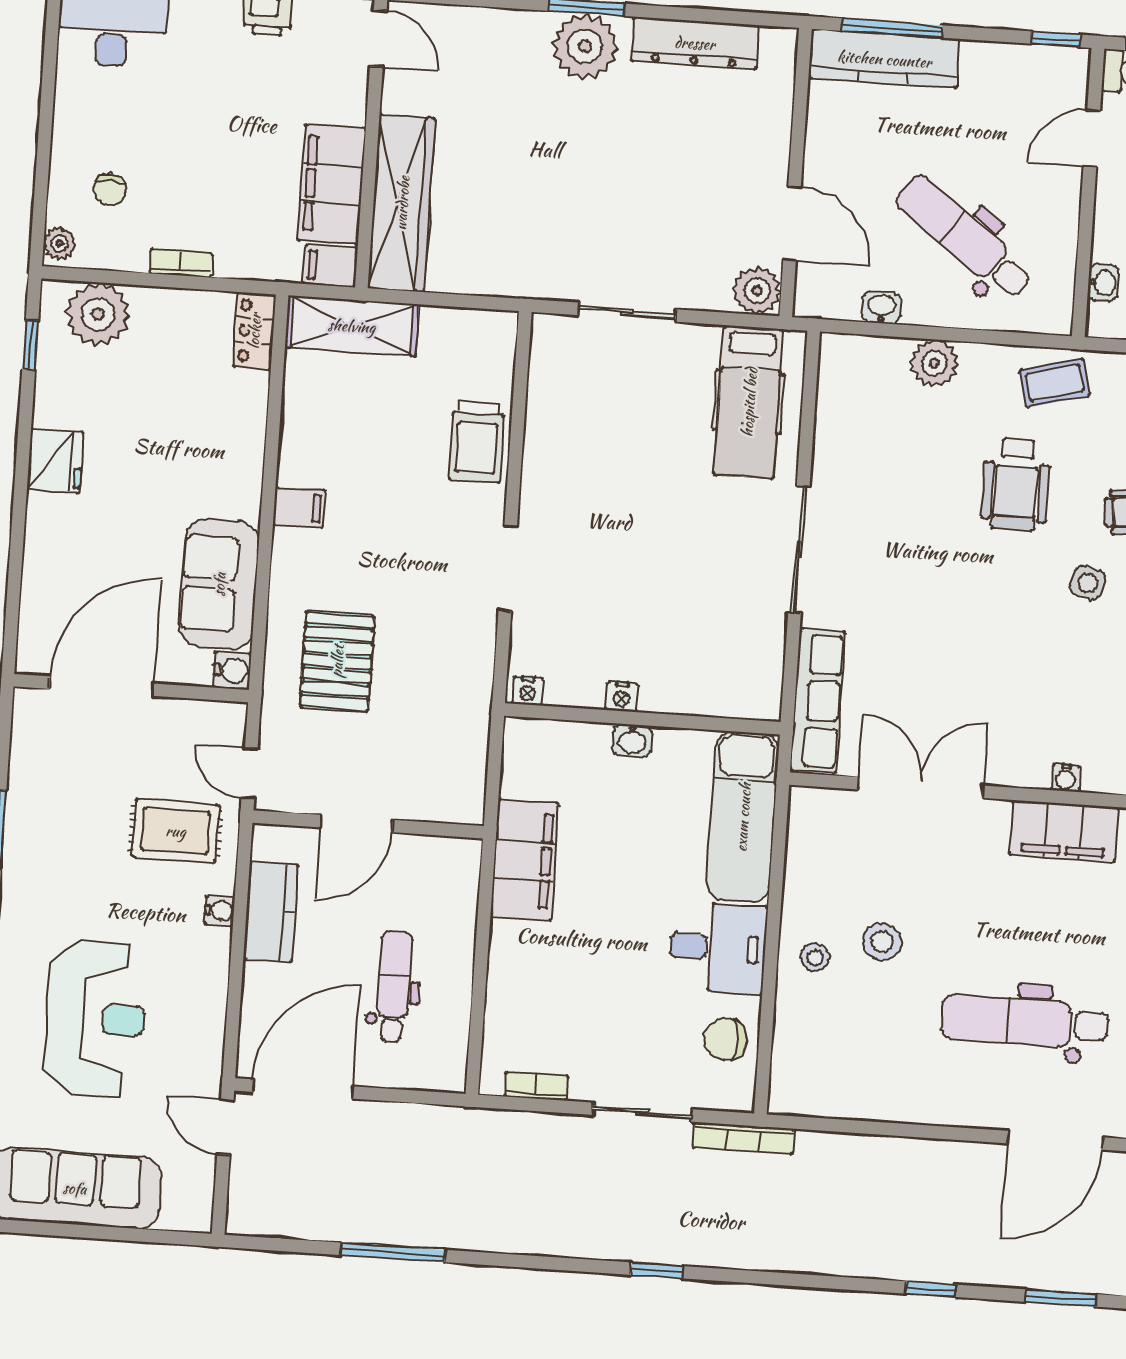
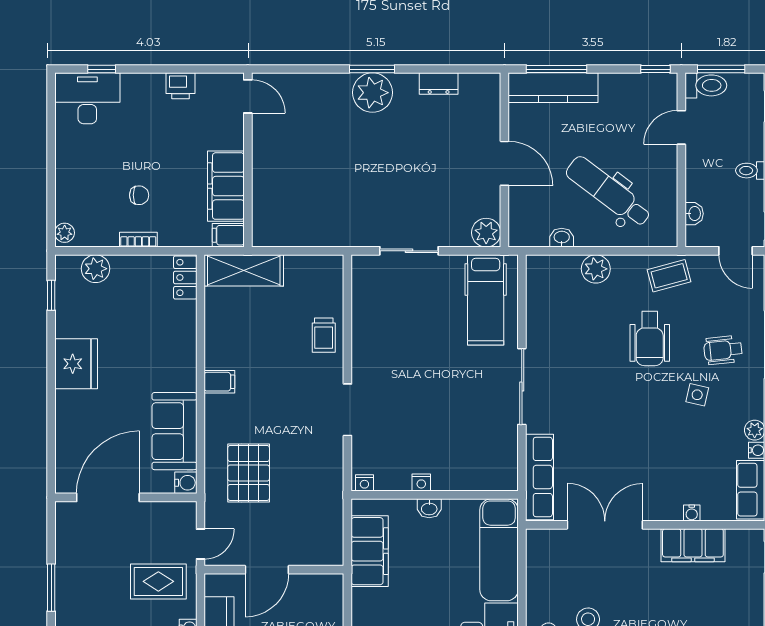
dresser: (695, 43) -> (439, 84), width x0.51, depth x0.80
chair: (110, 190) -> (139, 195), moved, turned -90
wardrobe: (402, 203) -> (269, 195), removed
door: (792, 223) -> (504, 163), moved
plant: (98, 314) -> (96, 269), width x0.73, depth x0.73
trolley: (477, 442) -> (324, 335), width x0.73, depth x0.72
fridge: (55, 461) -> (76, 364), width x1.36, depth x1.34
door: (250, 774) -> (201, 544), swing flipped
filing cabinet: (525, 860) -> (370, 551), moved

